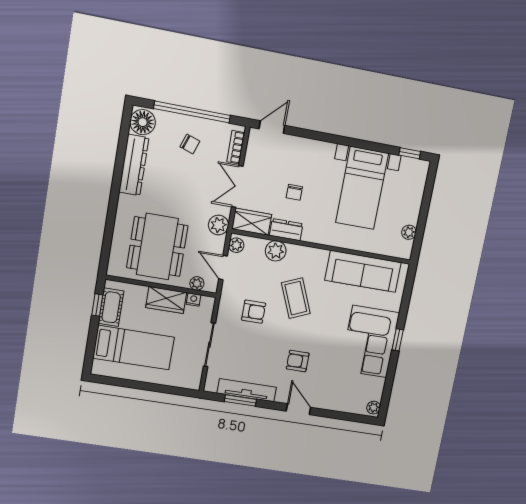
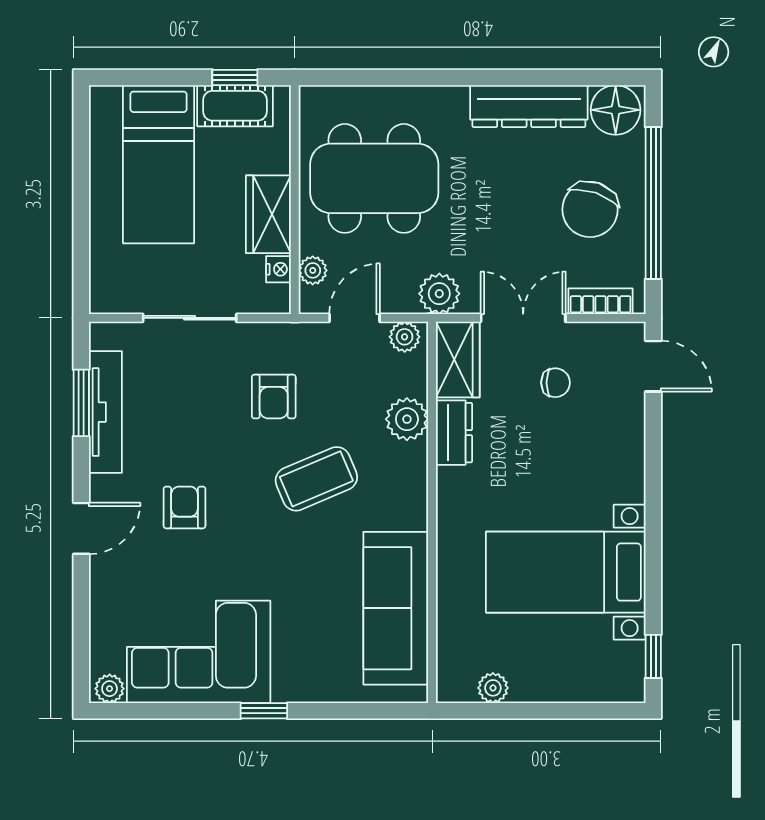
chair: (190, 144) -> (590, 209), width x1.87, depth x1.87
chair: (294, 192) -> (555, 383), moved, turned 180
corner sofa: (370, 341) -> (199, 652), moved

